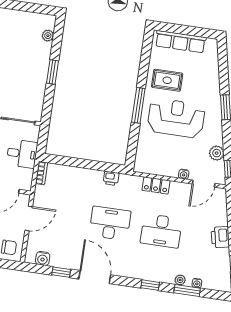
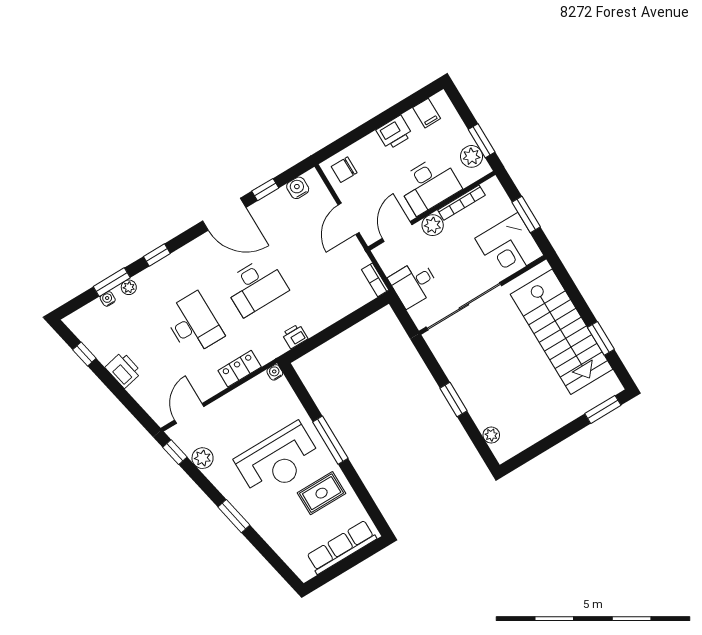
water cooler: (184, 174) -> (275, 372), moved
desk: (161, 231) -> (193, 324), turned 90

